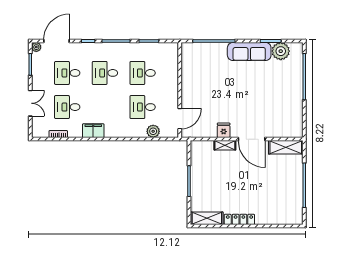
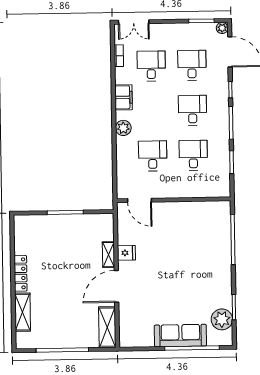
sofa: (249, 51) -> (180, 336), moved, turned 90
double door: (30, 103) -> (134, 22), moved
plant: (153, 131) -> (123, 128), moved
shelving: (207, 218) -> (23, 312), moved

